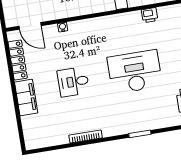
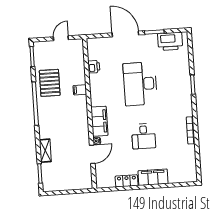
door: (30, 26) -> (92, 154), moved
filing cabinet: (86, 28) -> (99, 121), added
locker: (18, 60) -> (127, 181), width x0.66

